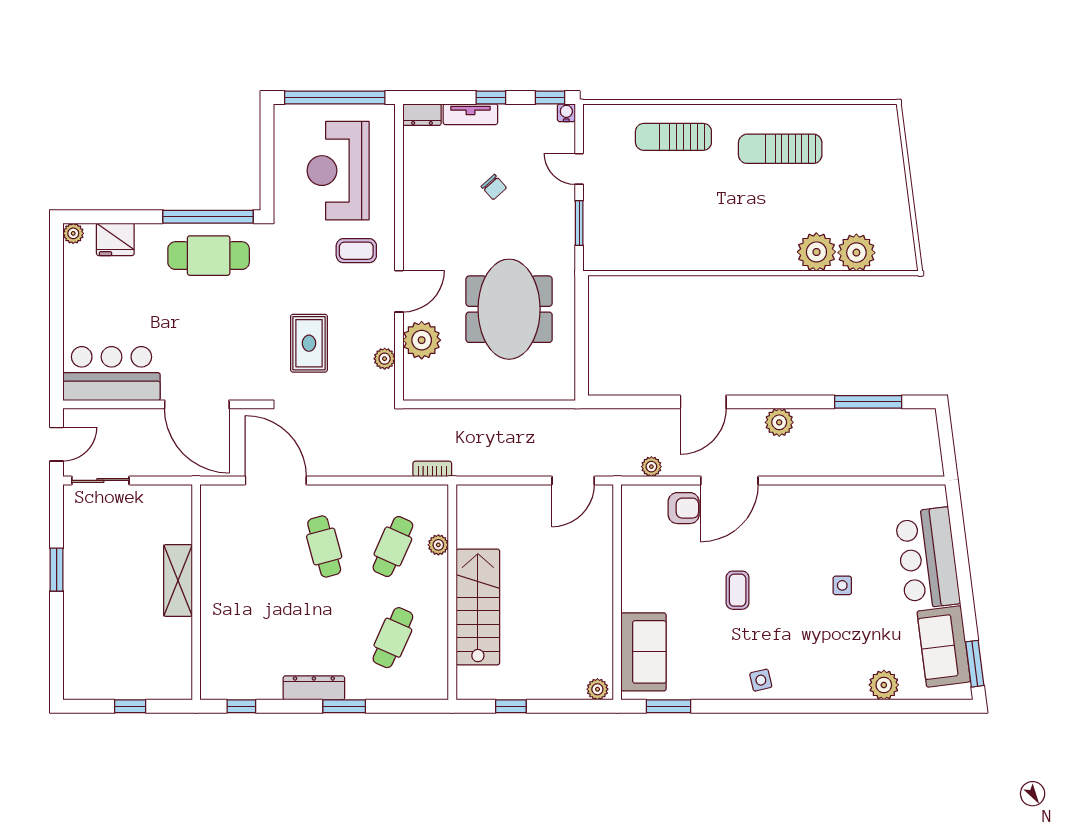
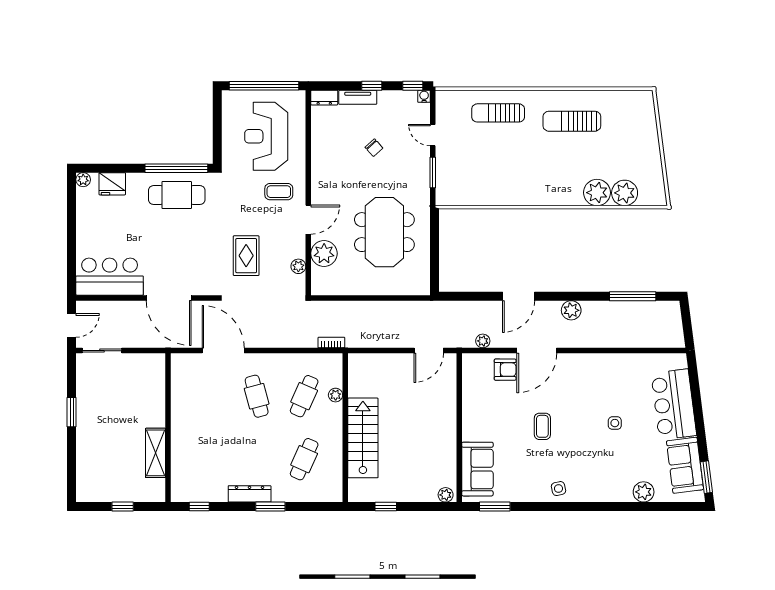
shelving: (178, 580) -> (156, 453), moved

